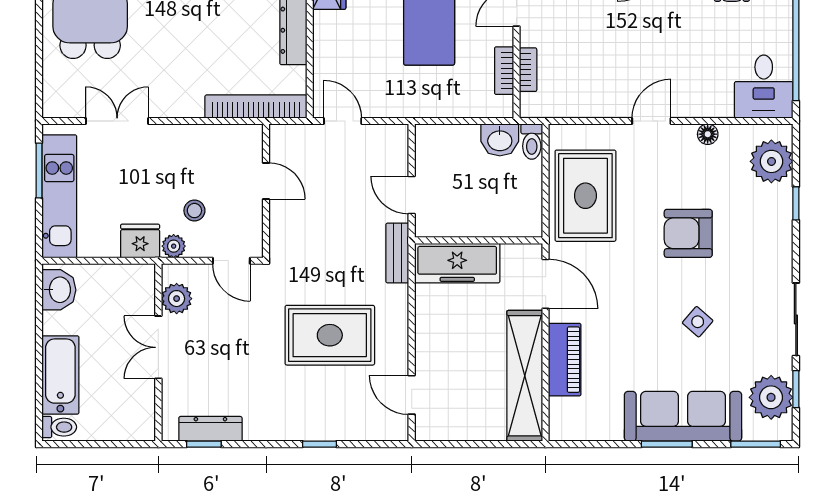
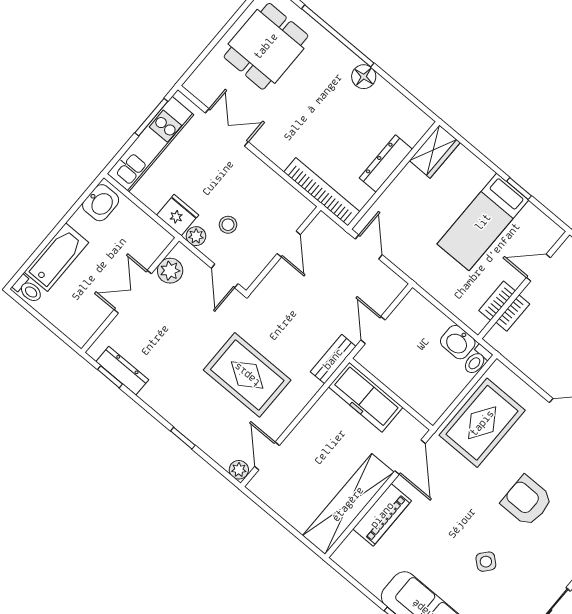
plant: (396, 430) -> (239, 470), added

